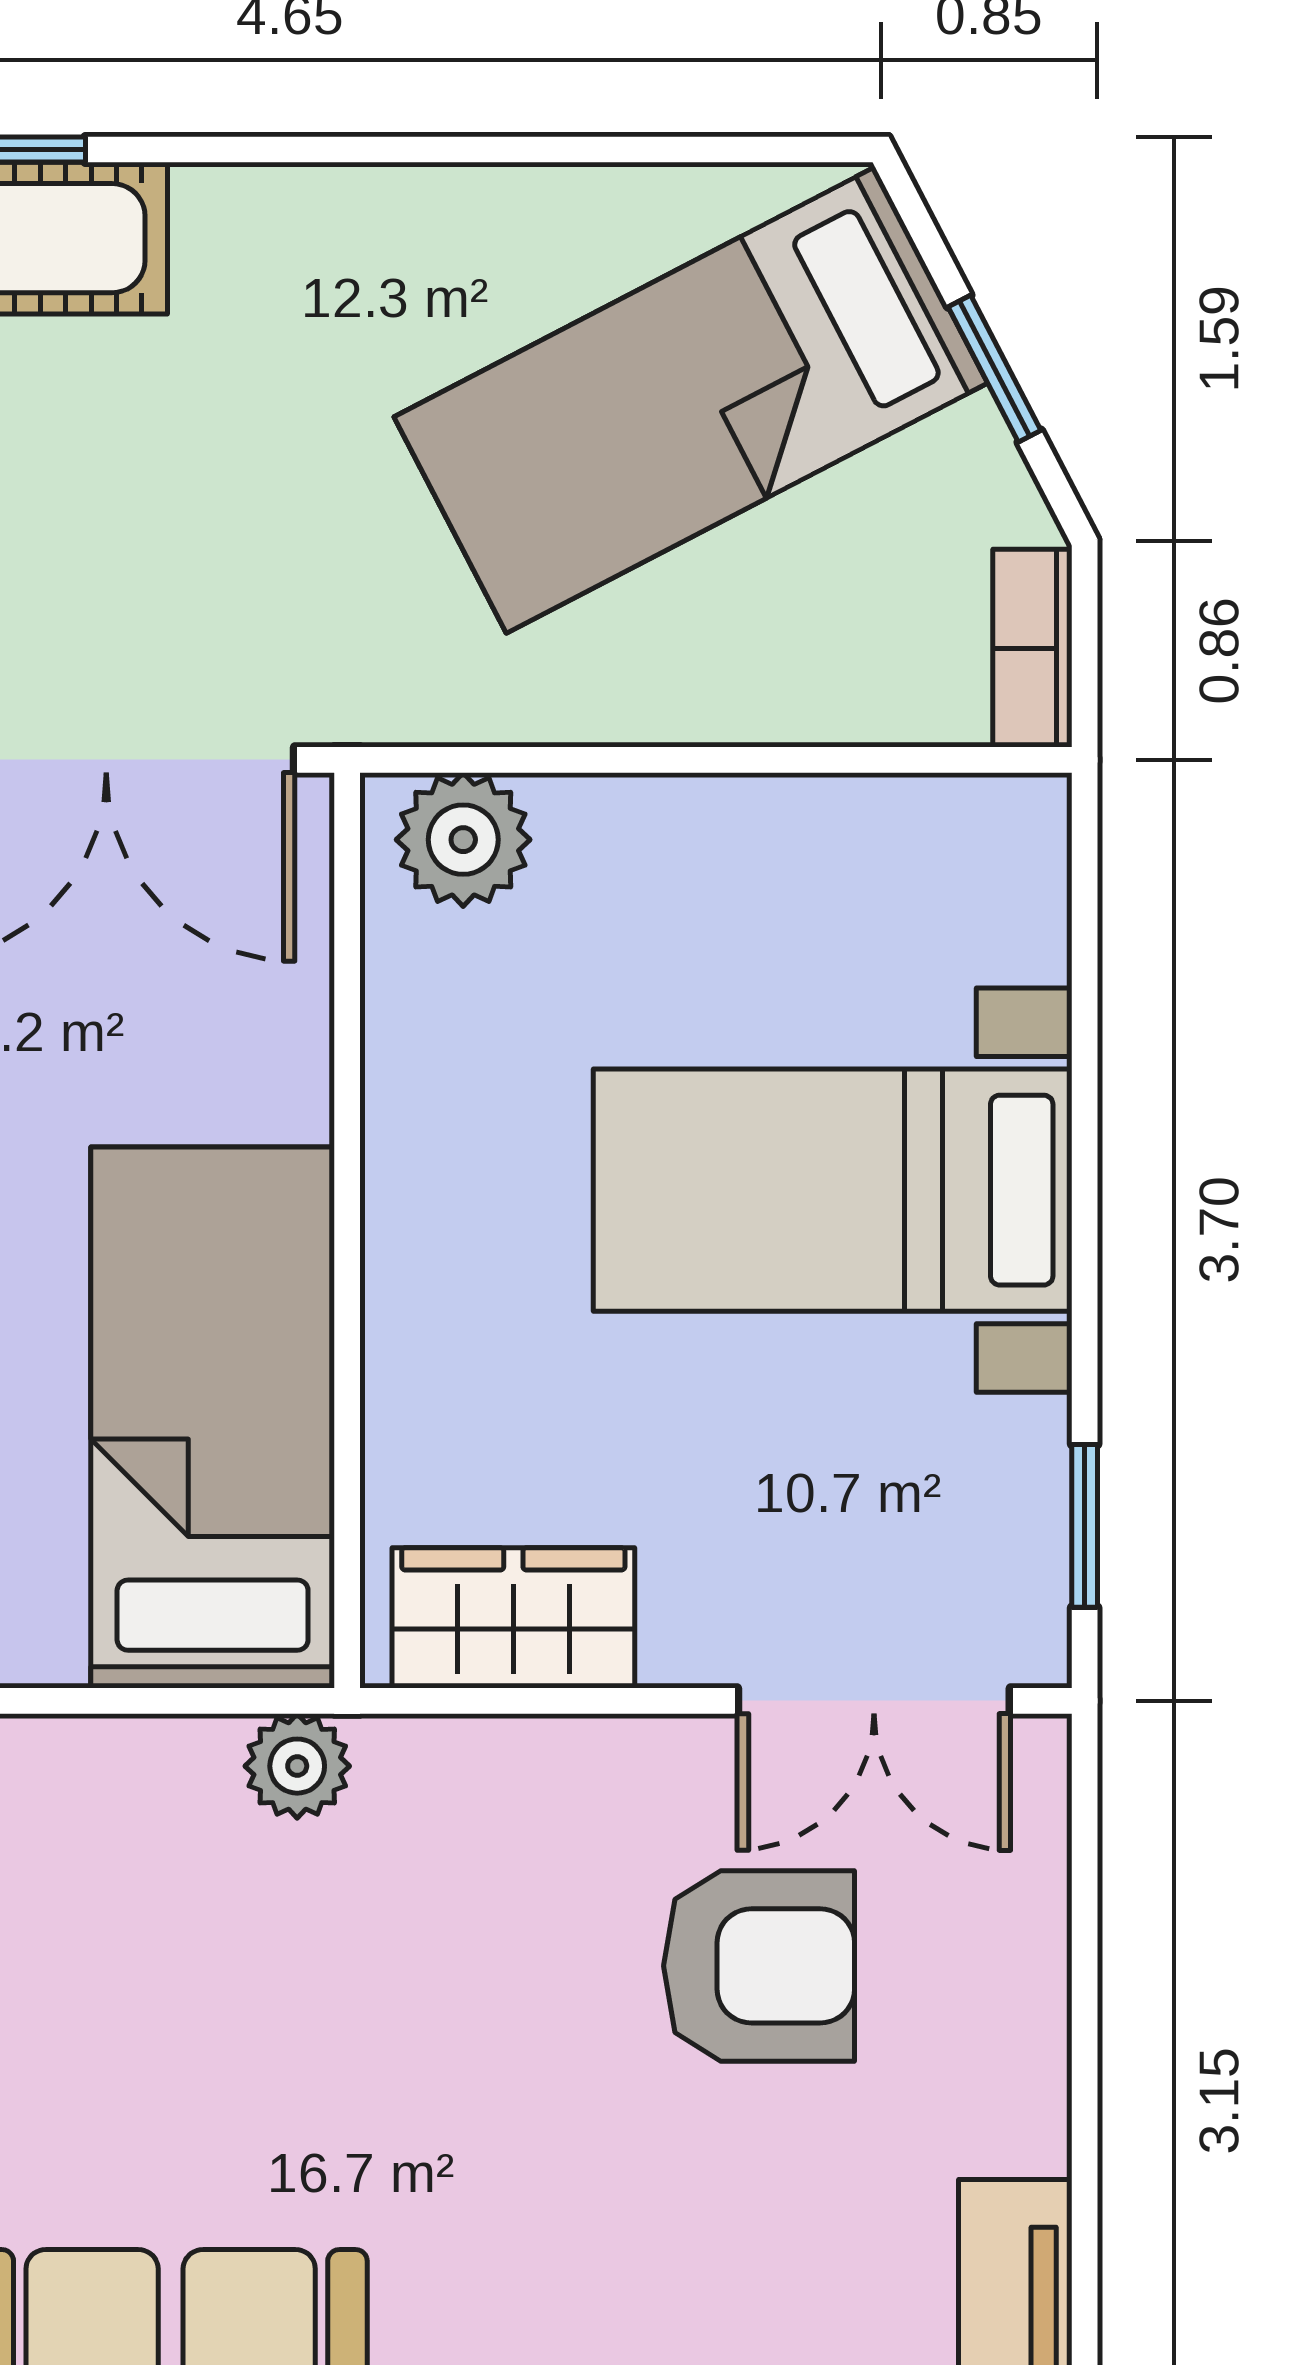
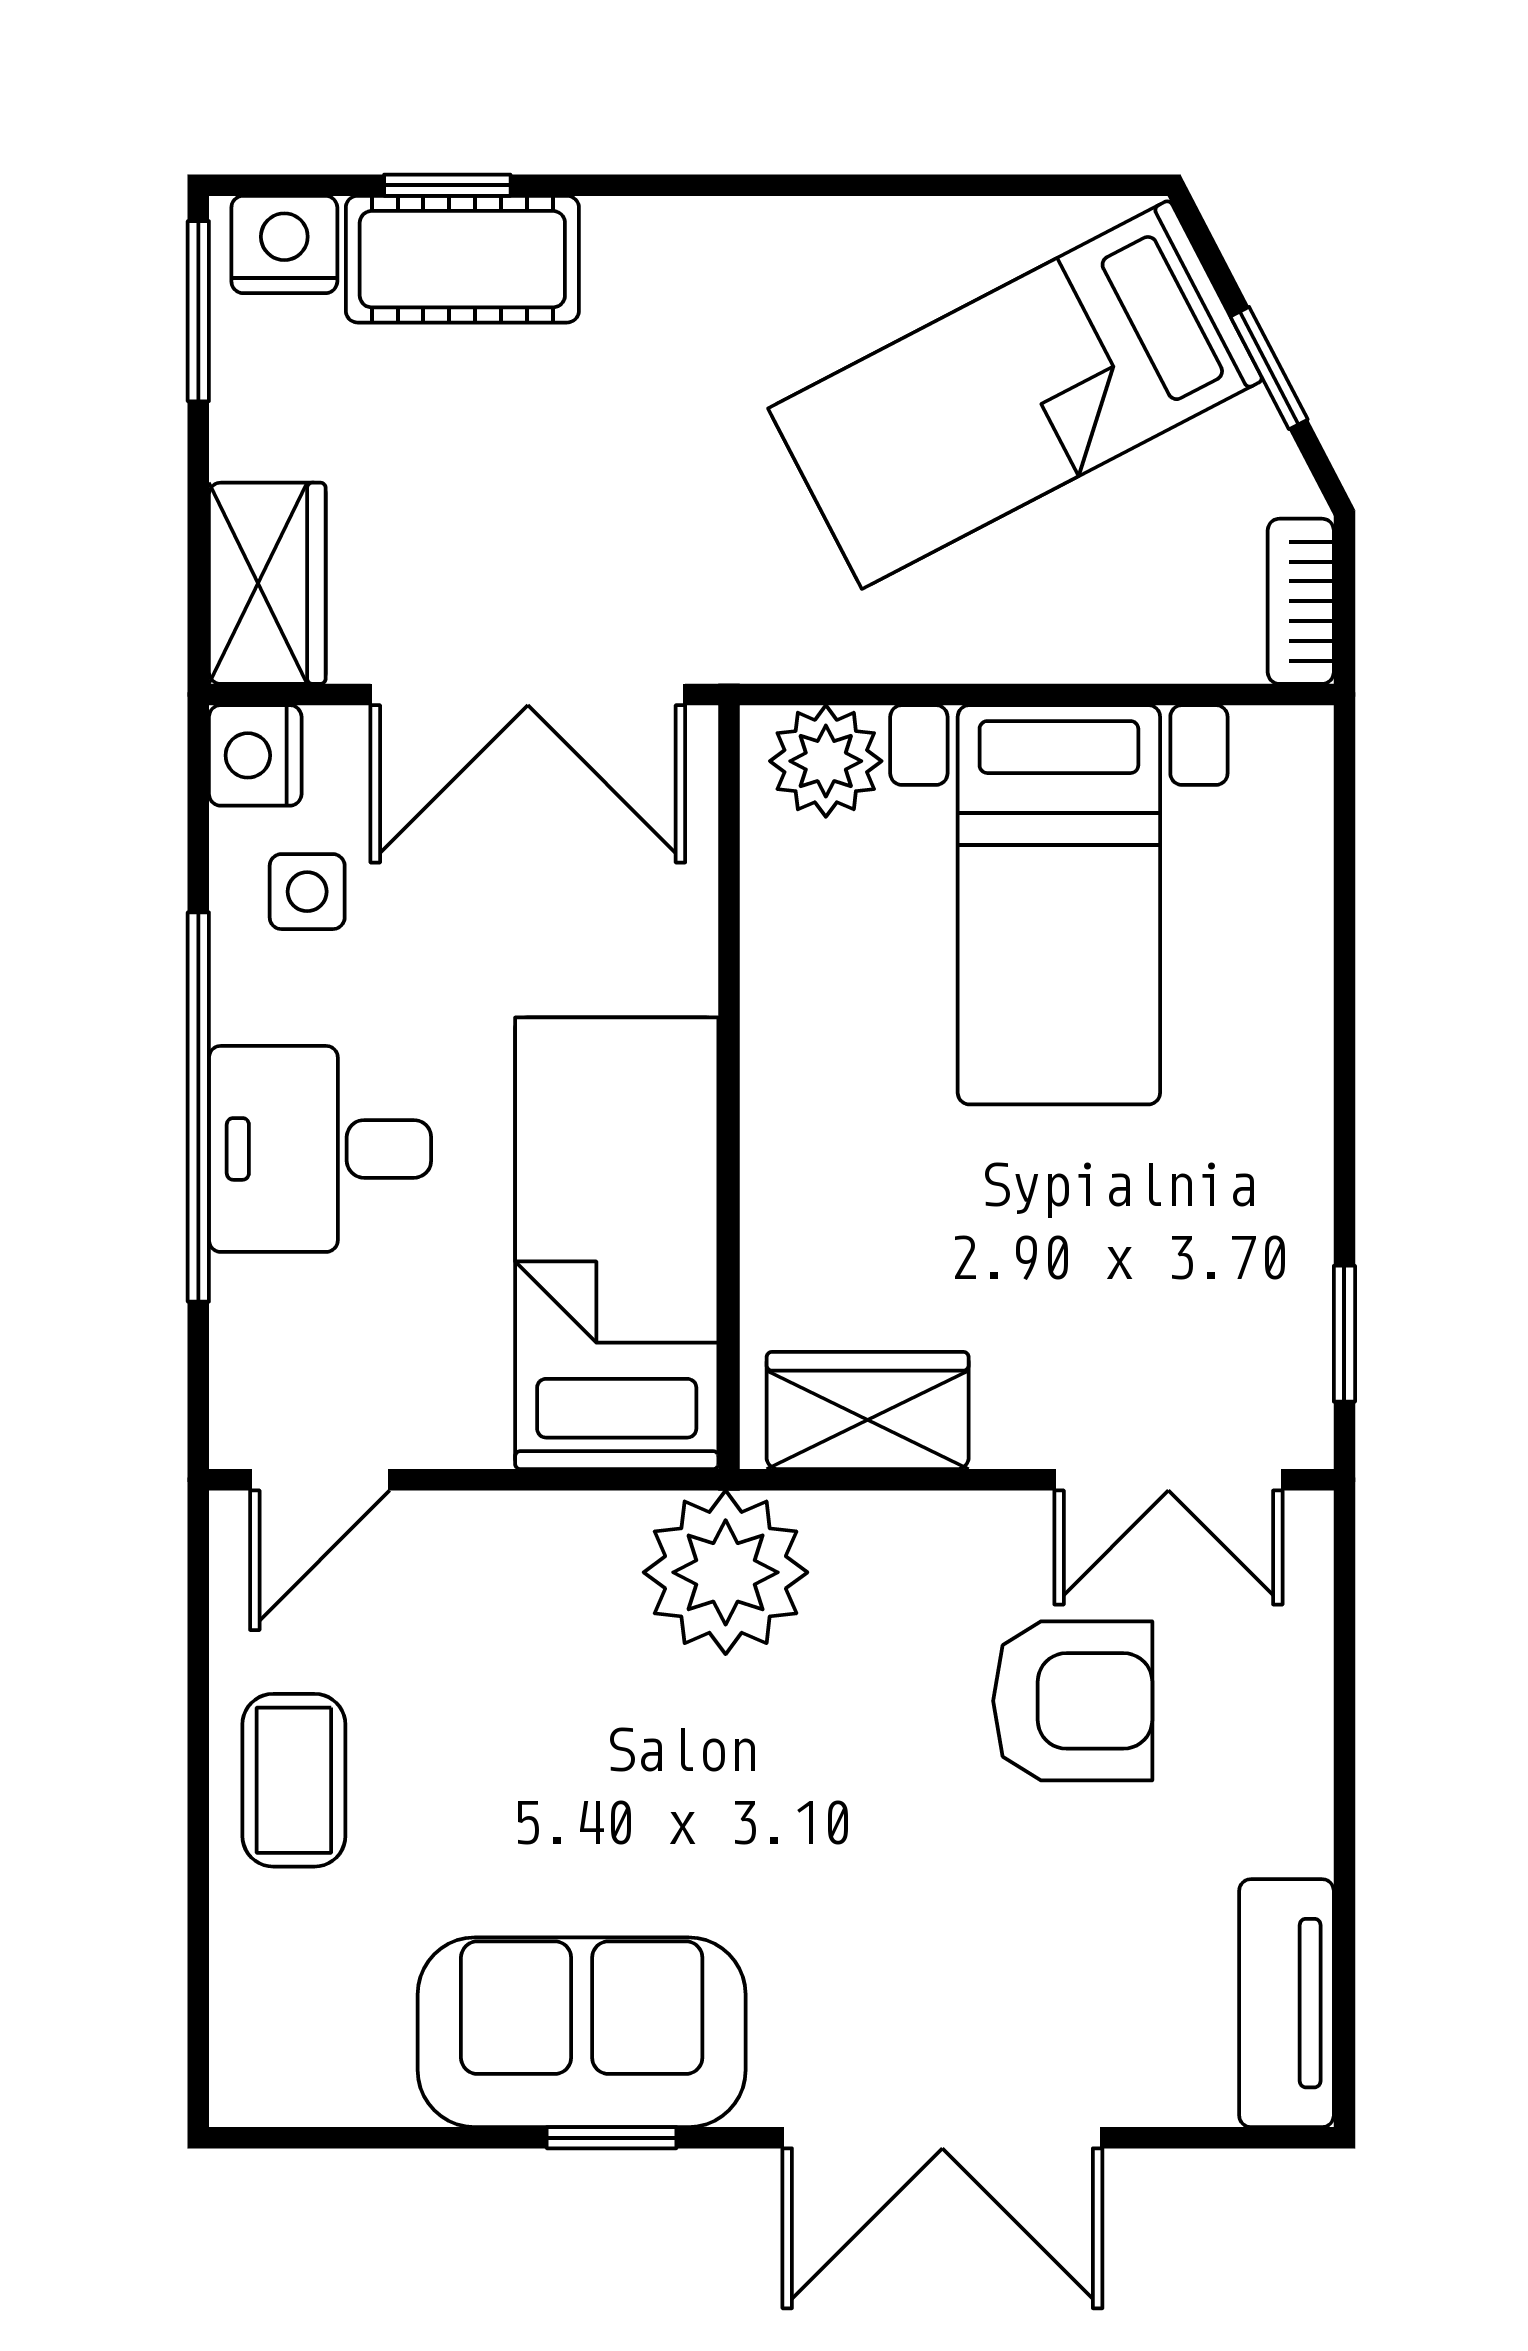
bed with nightstands: (833, 1190) -> (1059, 905), moved, turned -90
plant: (297, 1766) -> (726, 1572), width x1.88, depth x1.88

